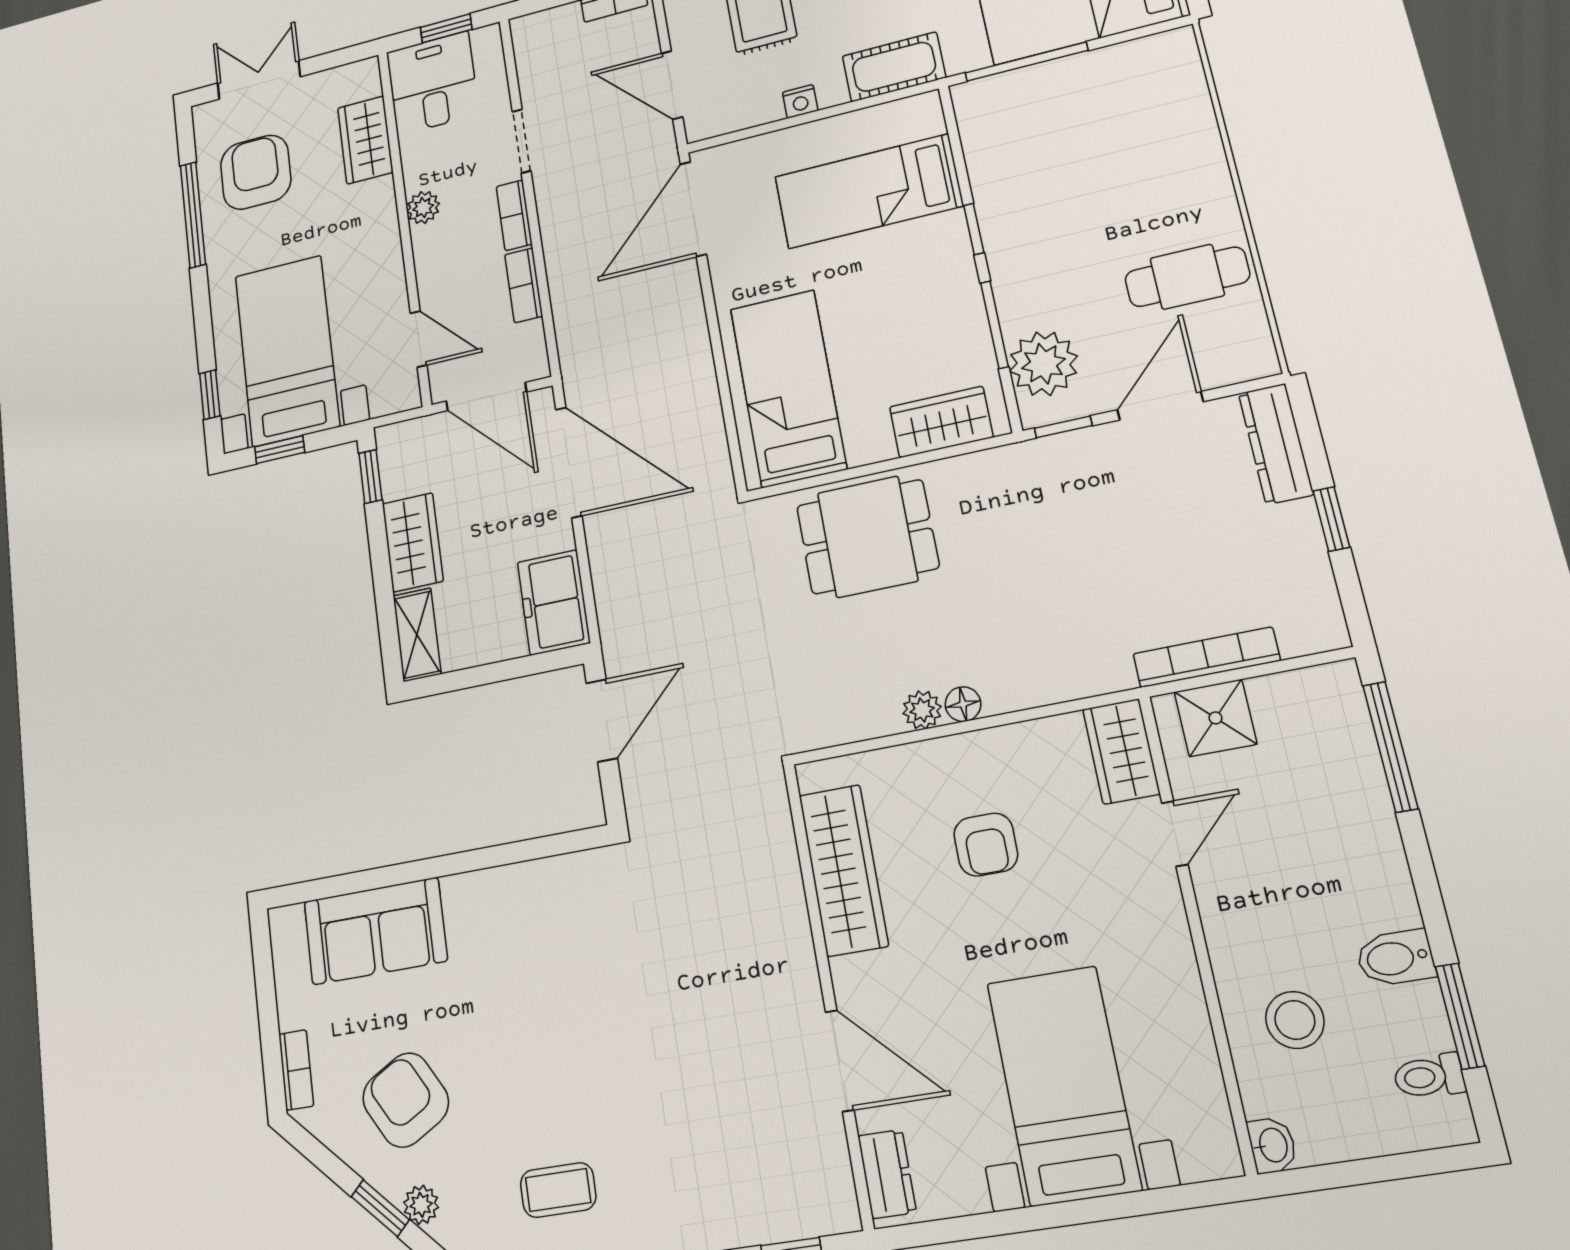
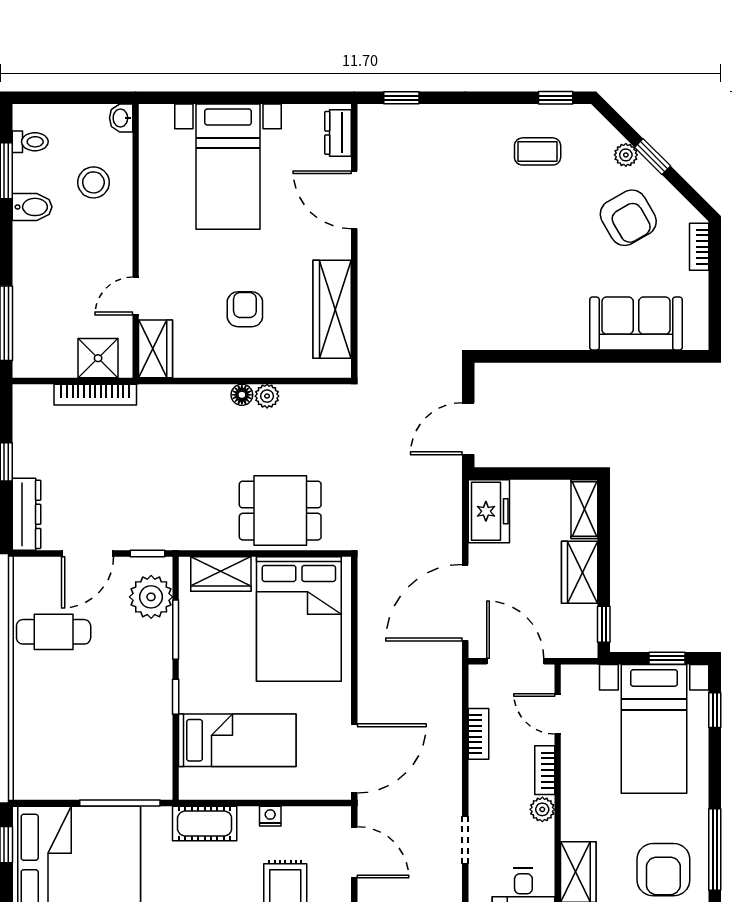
bookcase: (514, 215) -> (545, 770), moved, turned 180
bed: (788, 388) -> (299, 619), width x1.50
door: (569, 462) -> (465, 603), hinge flipped

